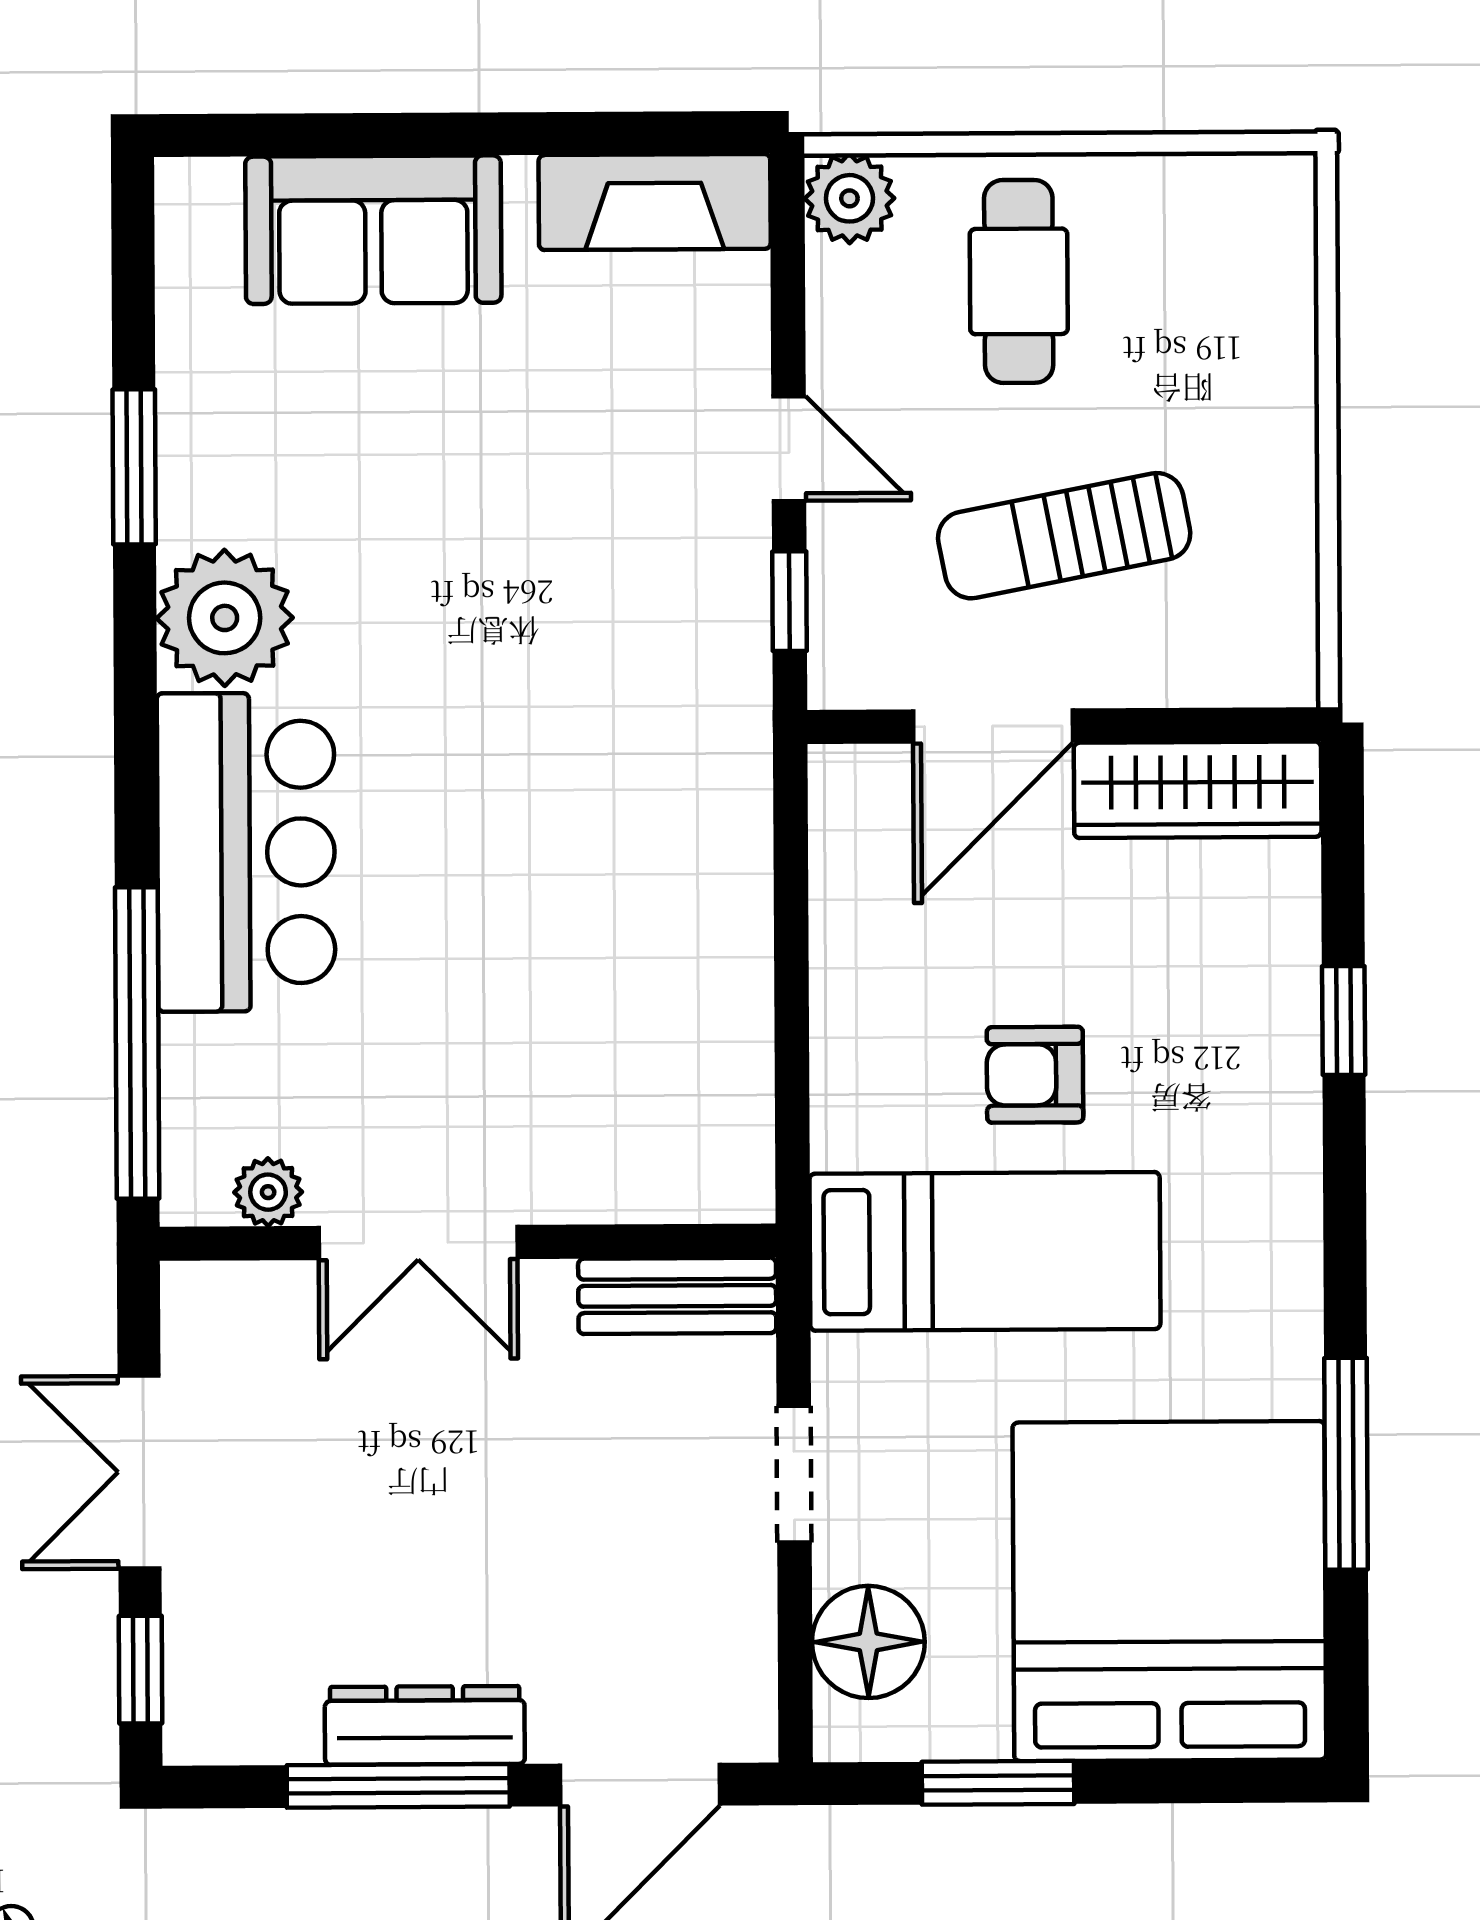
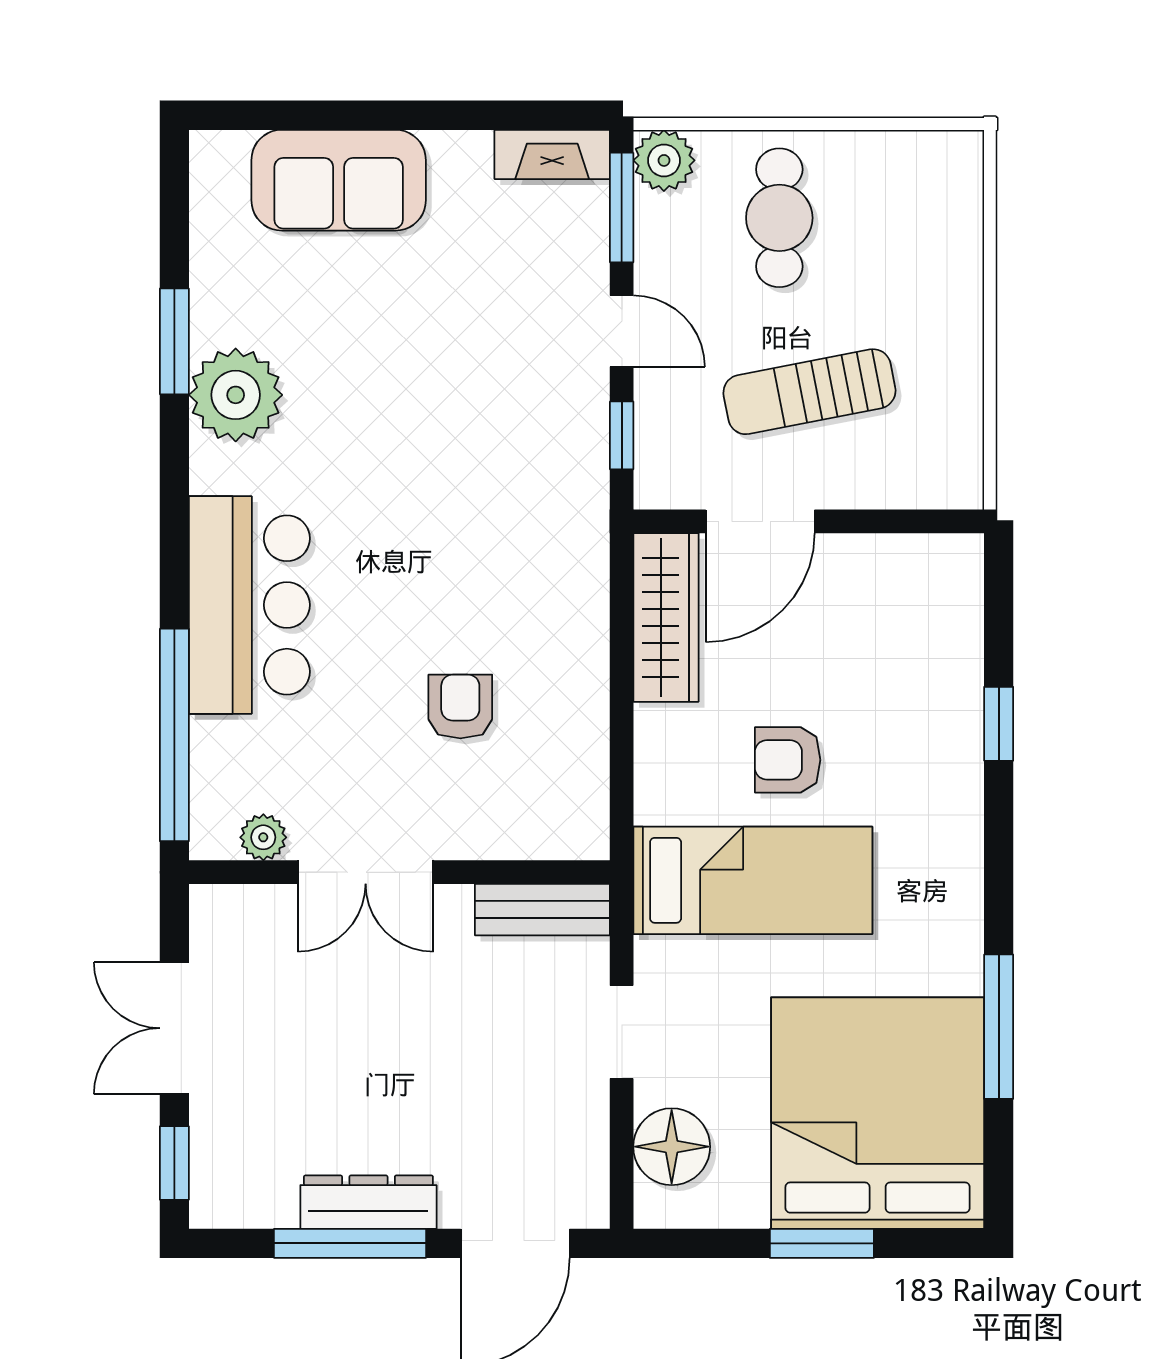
fireplace: (655, 202) -> (552, 154), width x0.73, depth x0.76
window: (788, 268) -> (622, 208), added
plant: (225, 618) -> (236, 395), moved
wardrobe: (1198, 790) -> (666, 617), moved, turned -90
armchair: (556, 999) -> (460, 707), added
window: (998, 1783) -> (822, 1243), moved

